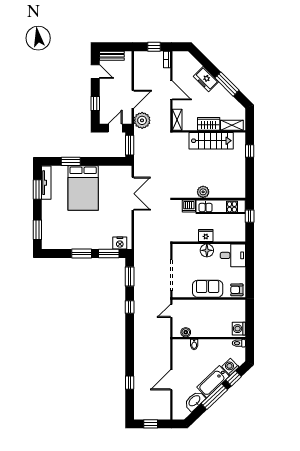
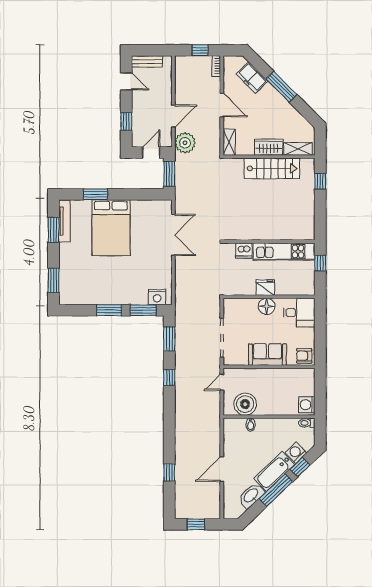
freezer: (206, 79) -> (252, 78), moved
window: (227, 84) -> (281, 87), moved
plant: (203, 192) -> (262, 233), removed
boiler: (186, 332) -> (245, 404), width x1.86, depth x1.86

